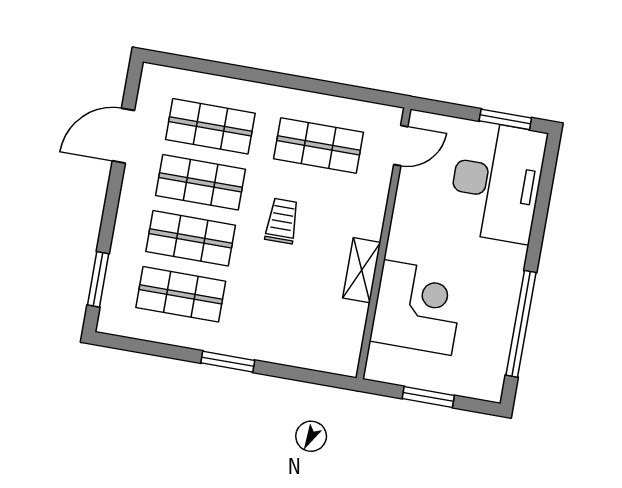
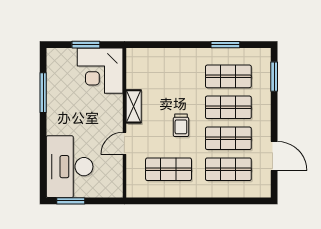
door: (123, 136) -> (274, 156), hinge flipped
door: (401, 146) -> (124, 143), moved
corner desk: (417, 307) -> (100, 71), moved
window: (521, 324) -> (43, 93), width x0.68
window: (228, 362) -> (225, 45), moved

